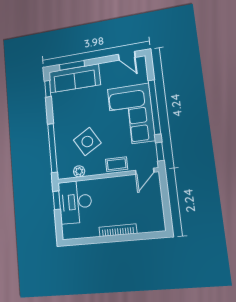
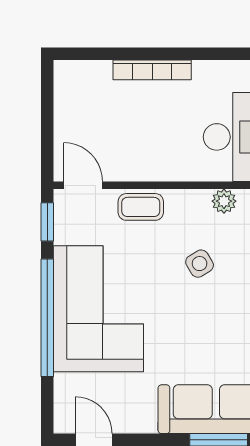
side table: (87, 142) -> (200, 264), width x0.54, depth x0.54
door: (145, 171) -> (83, 185), hinge flipped

